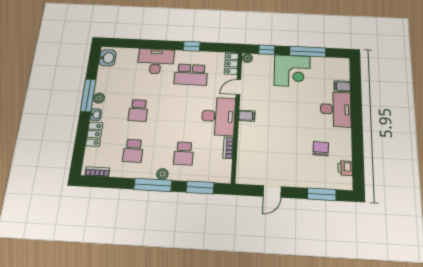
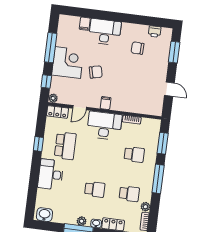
door: (238, 87) -> (80, 108), hinge flipped
chair: (284, 102) -> (96, 72), added
plant: (162, 174) -> (145, 207), moved

